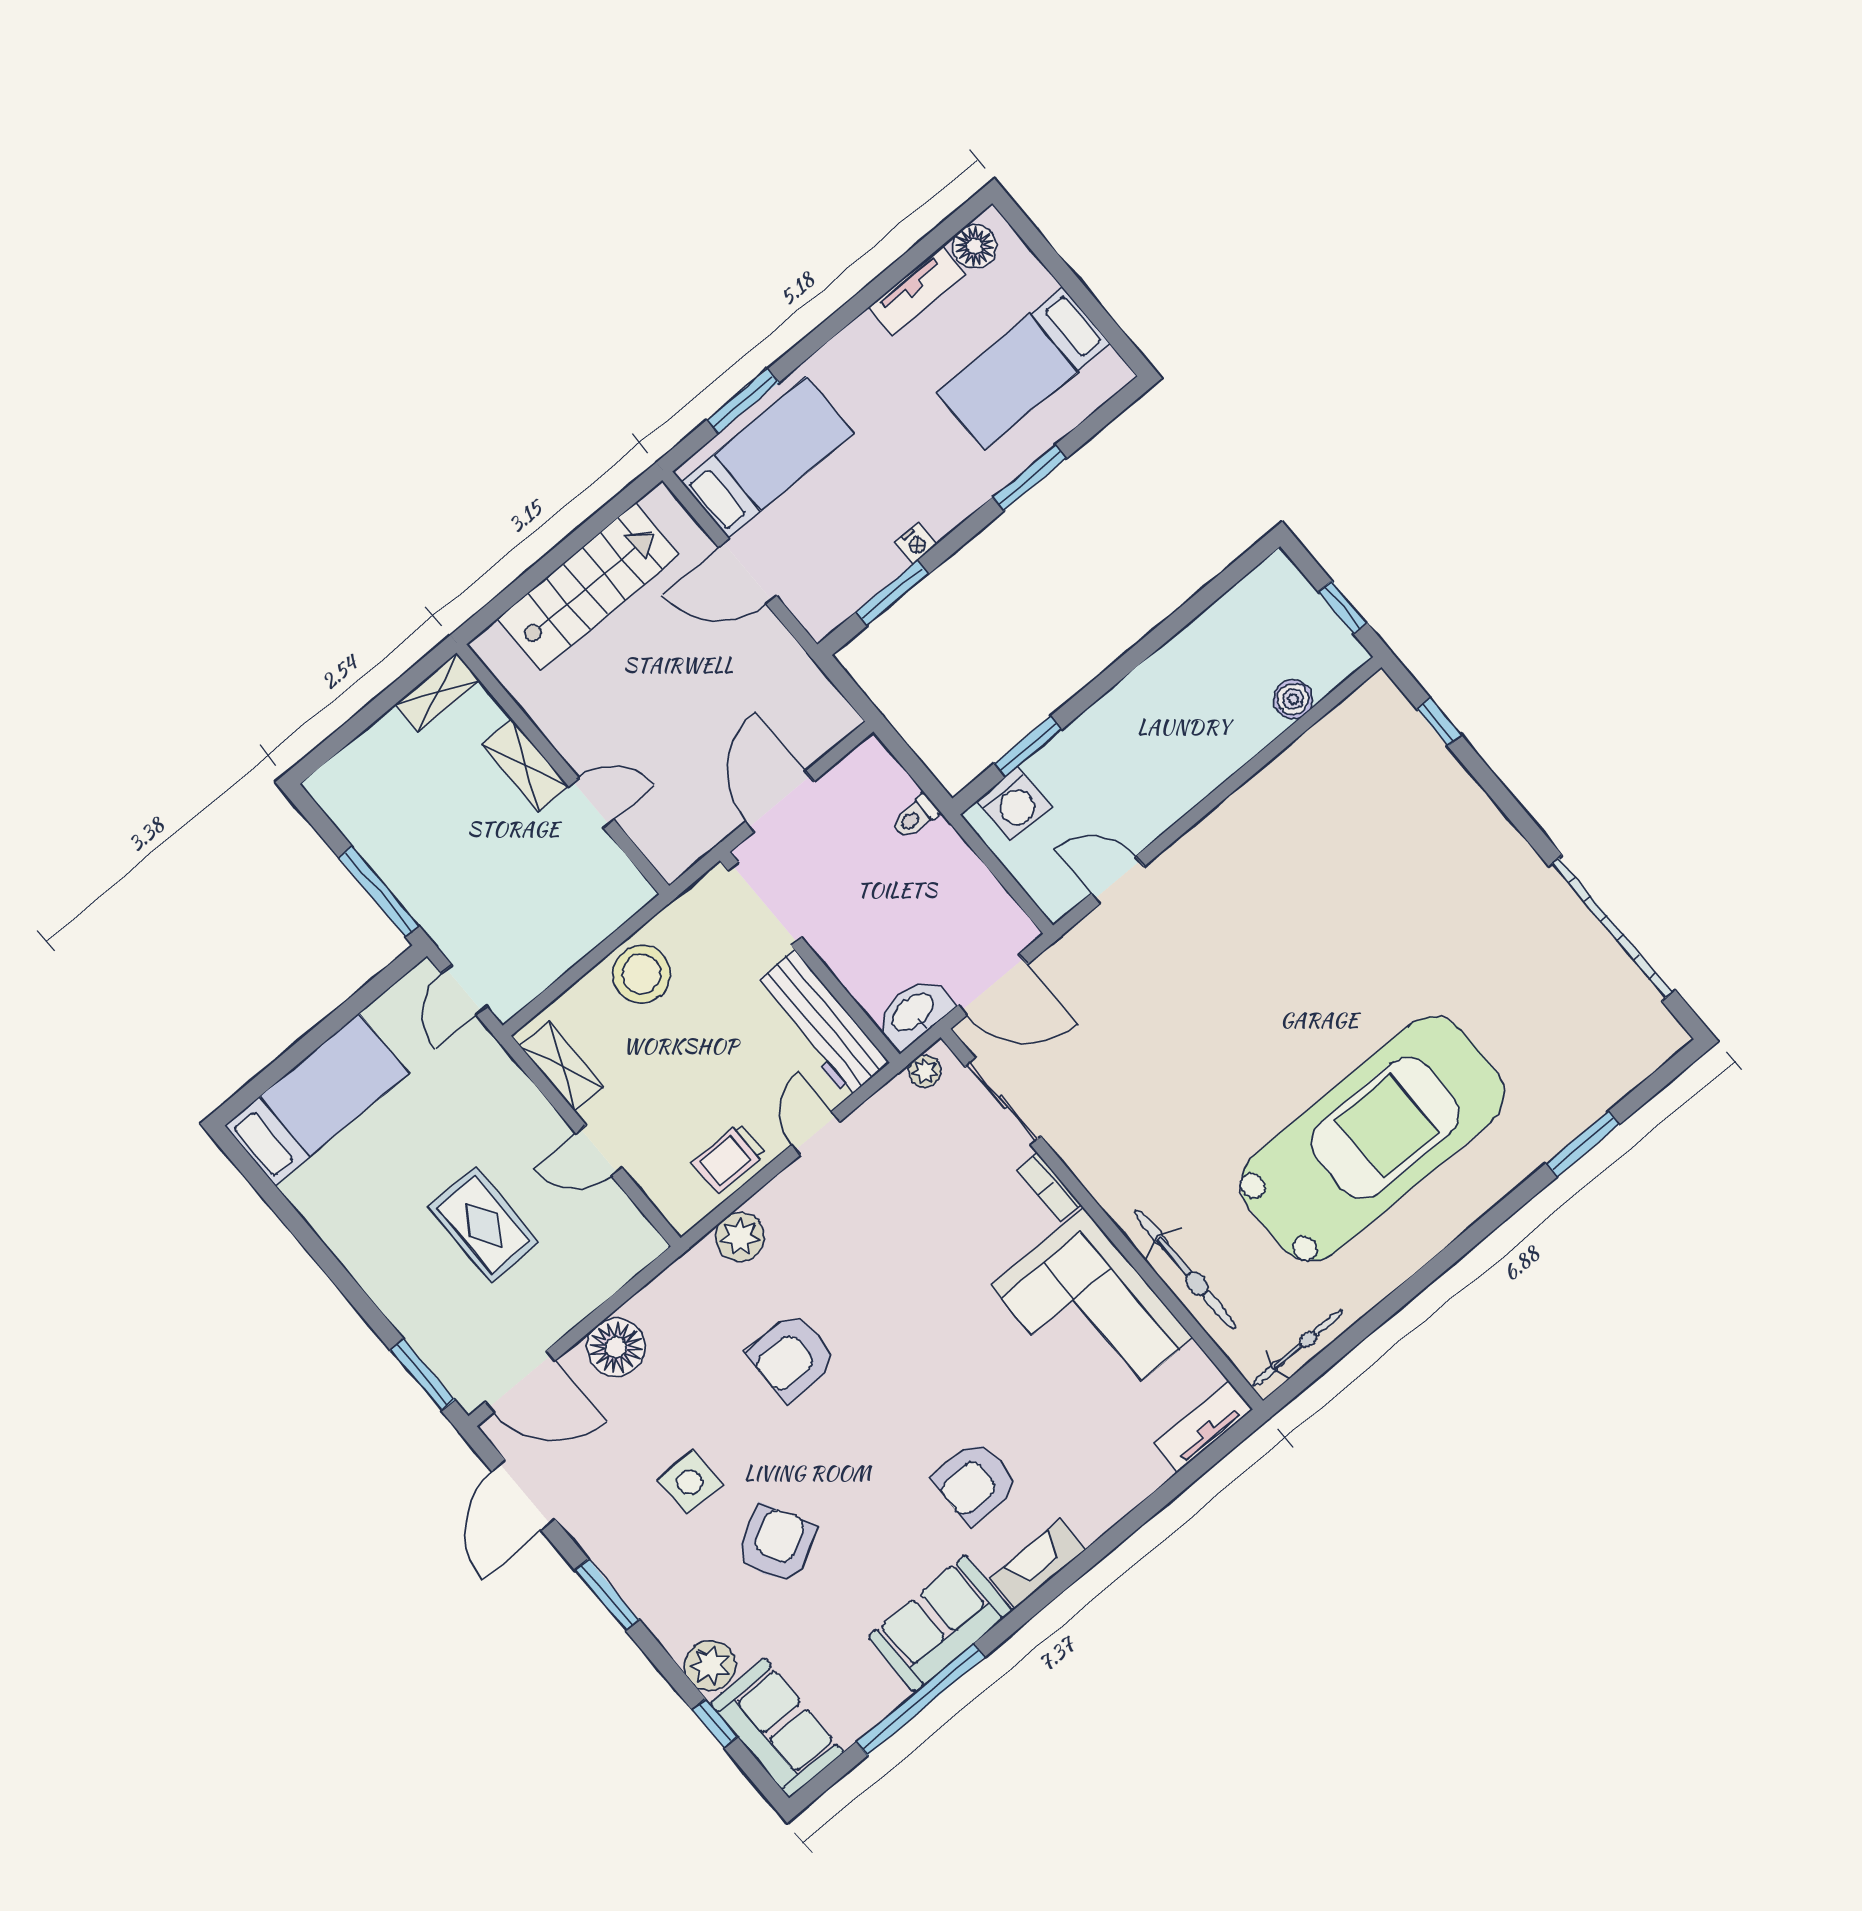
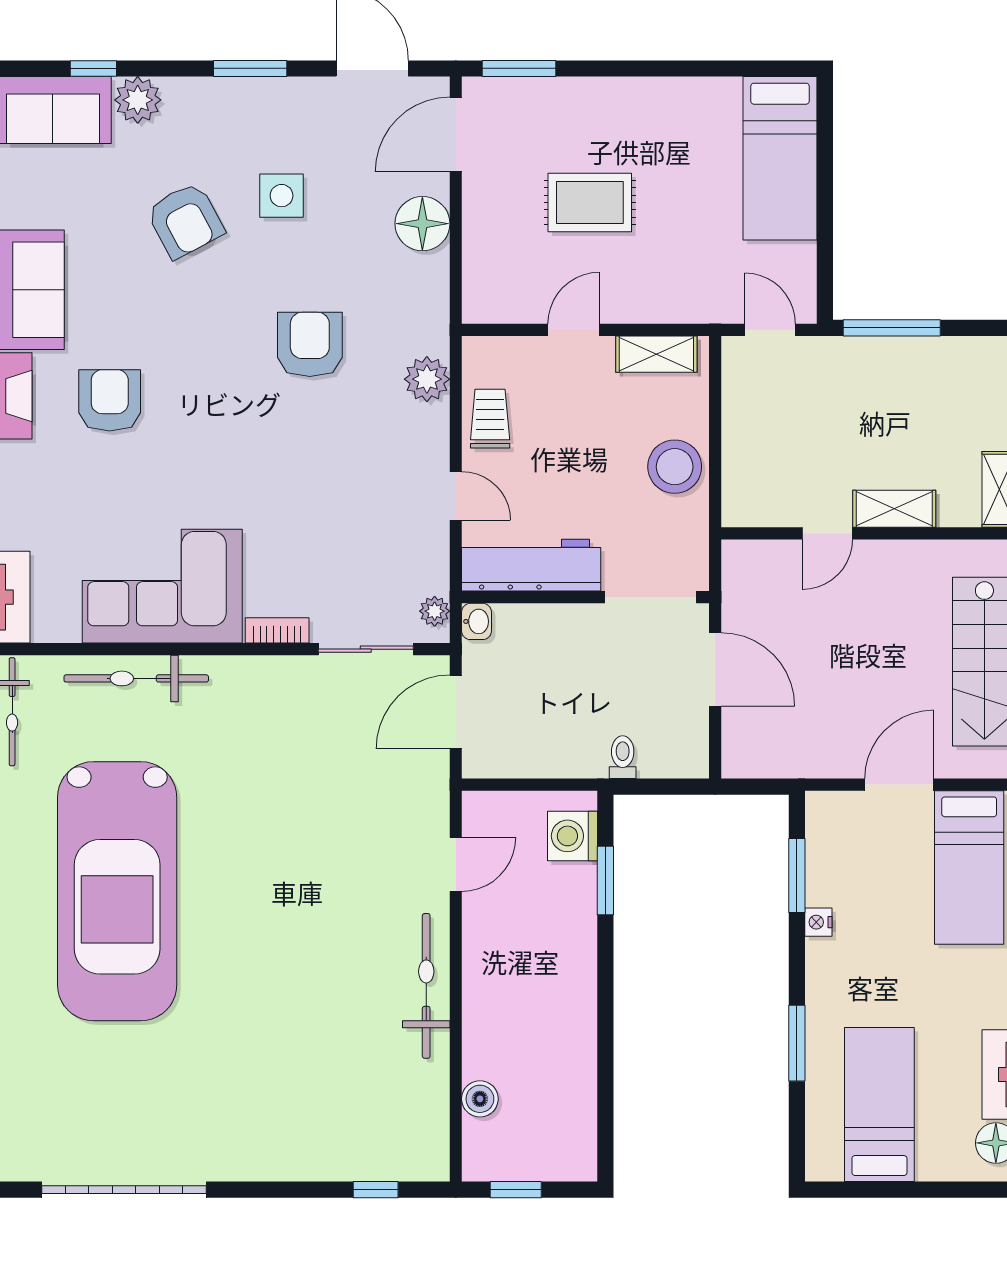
bicycle: (1237, 821) -> (426, 986), added
washbasin: (914, 1013) -> (477, 621), width x0.52, depth x0.69

